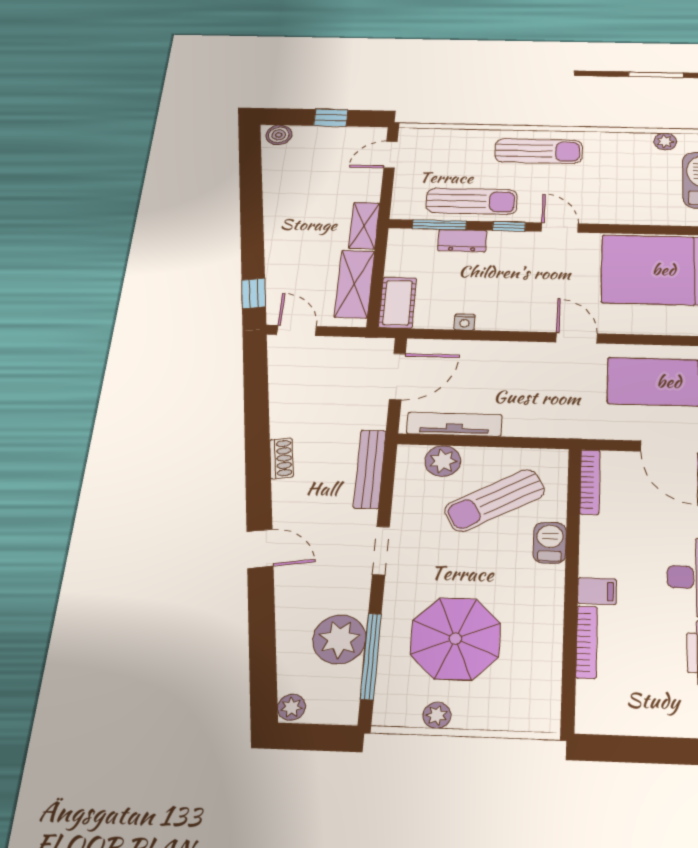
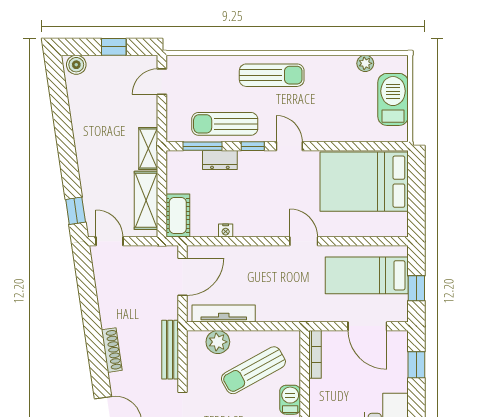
sun lounger: (472, 201) -> (225, 124), turned 180
shoe rack: (281, 458) -> (112, 350), width x1.43

